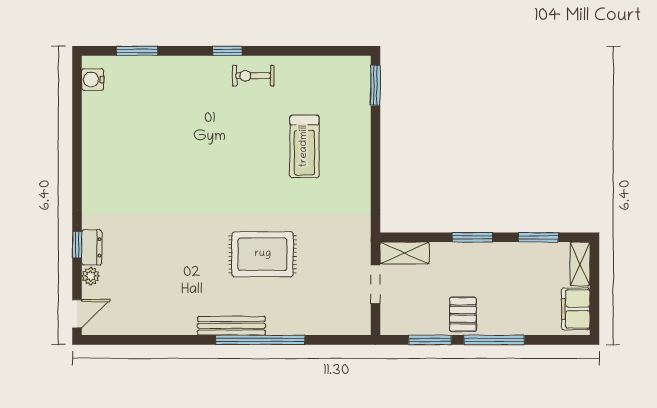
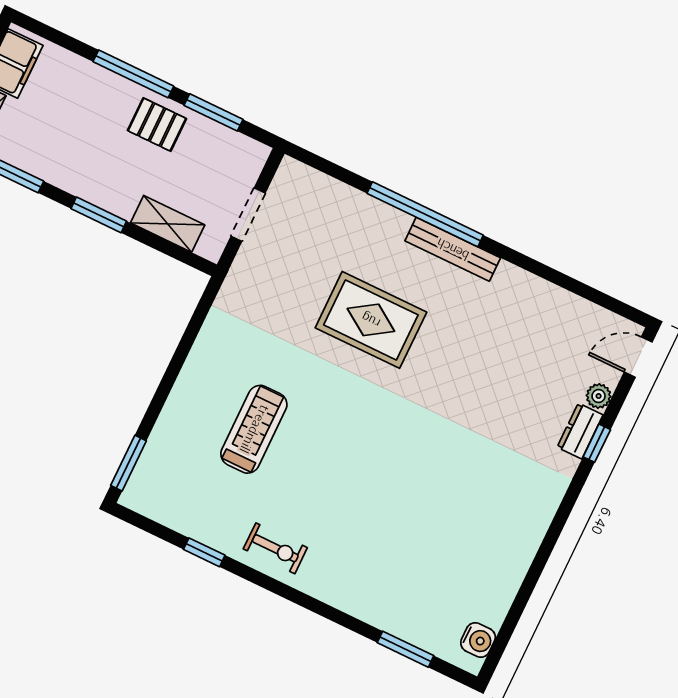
window: (227, 51) -> (204, 552), moved
shelving: (405, 253) -> (168, 224), moved
pallet: (463, 314) -> (157, 125), turned 90

